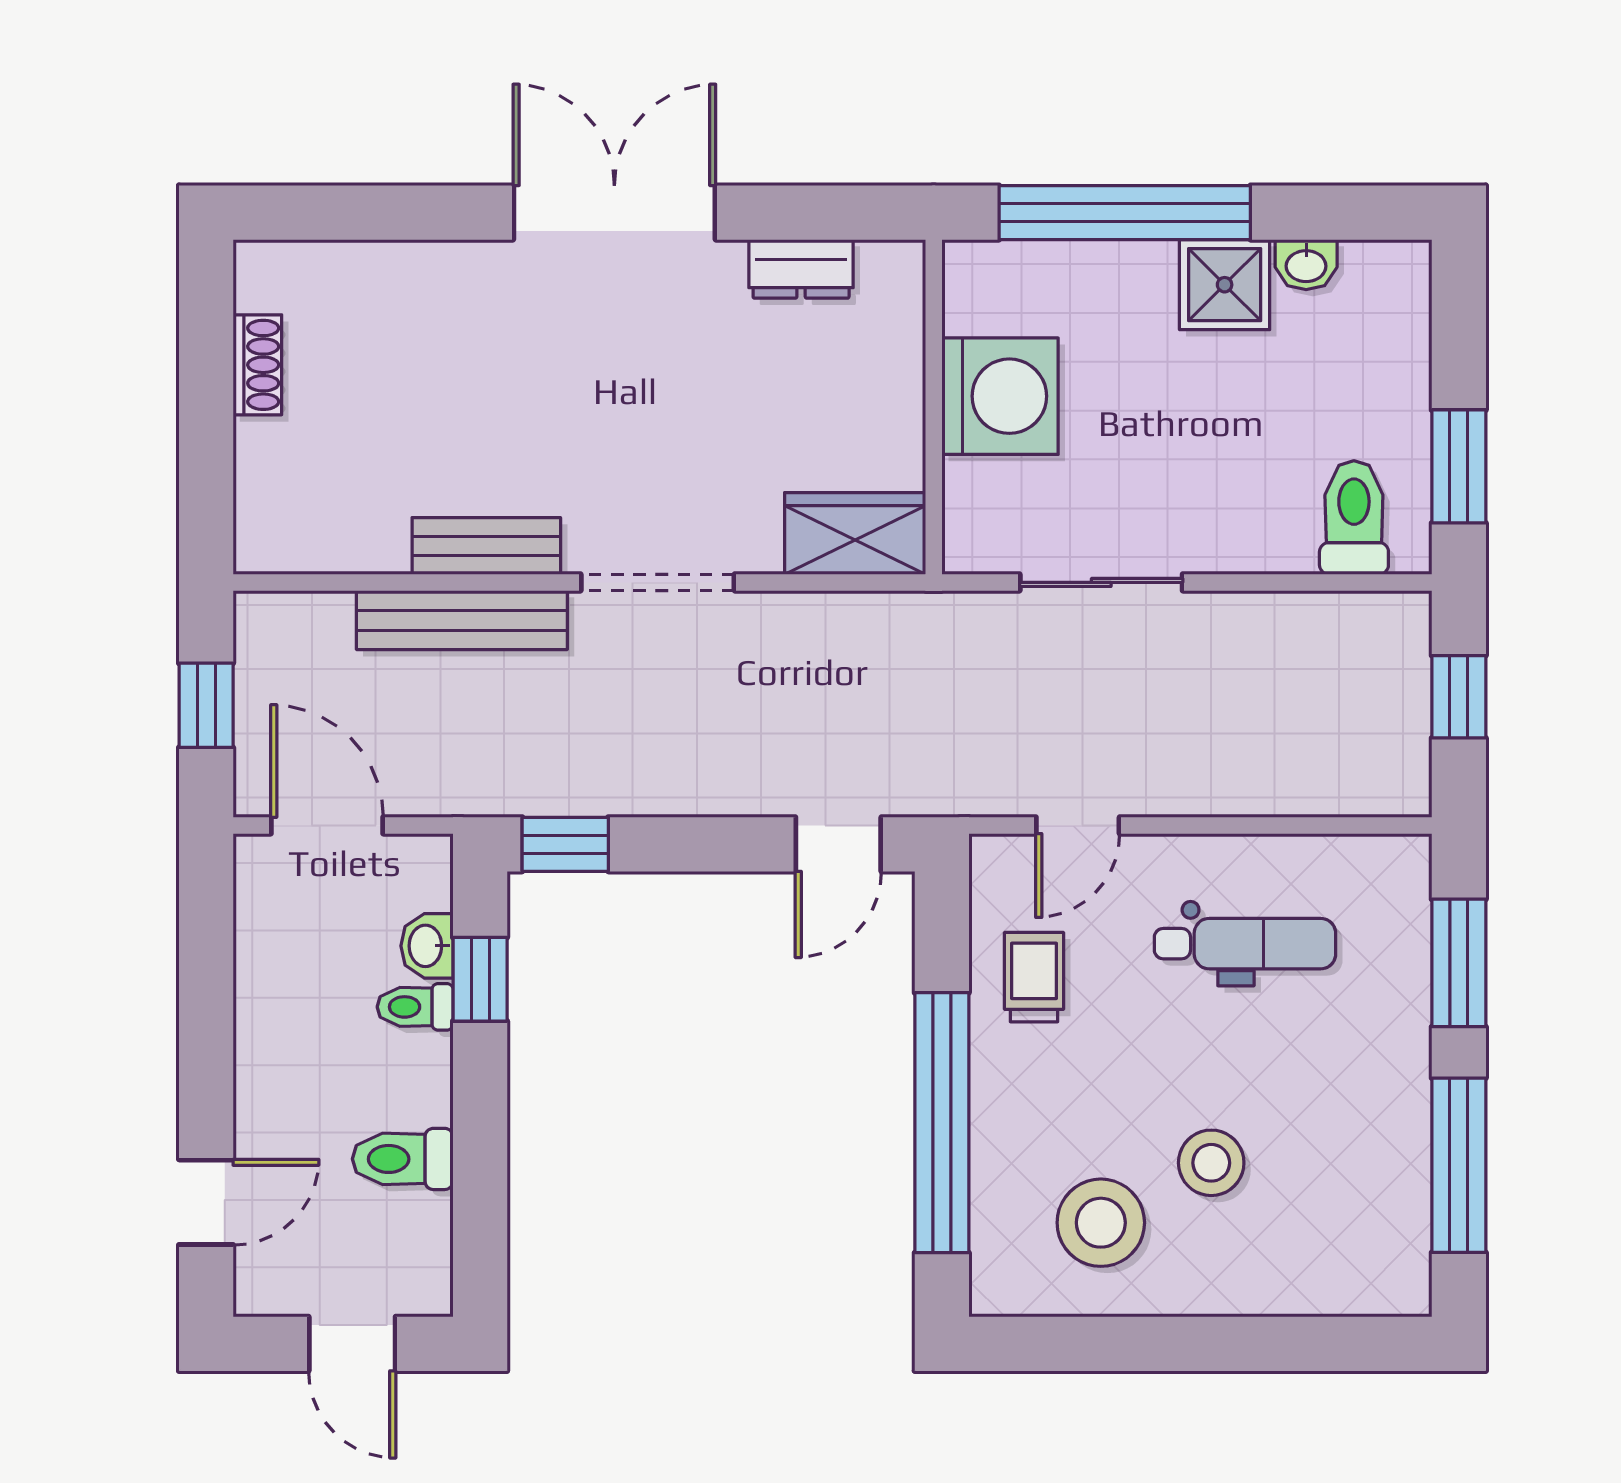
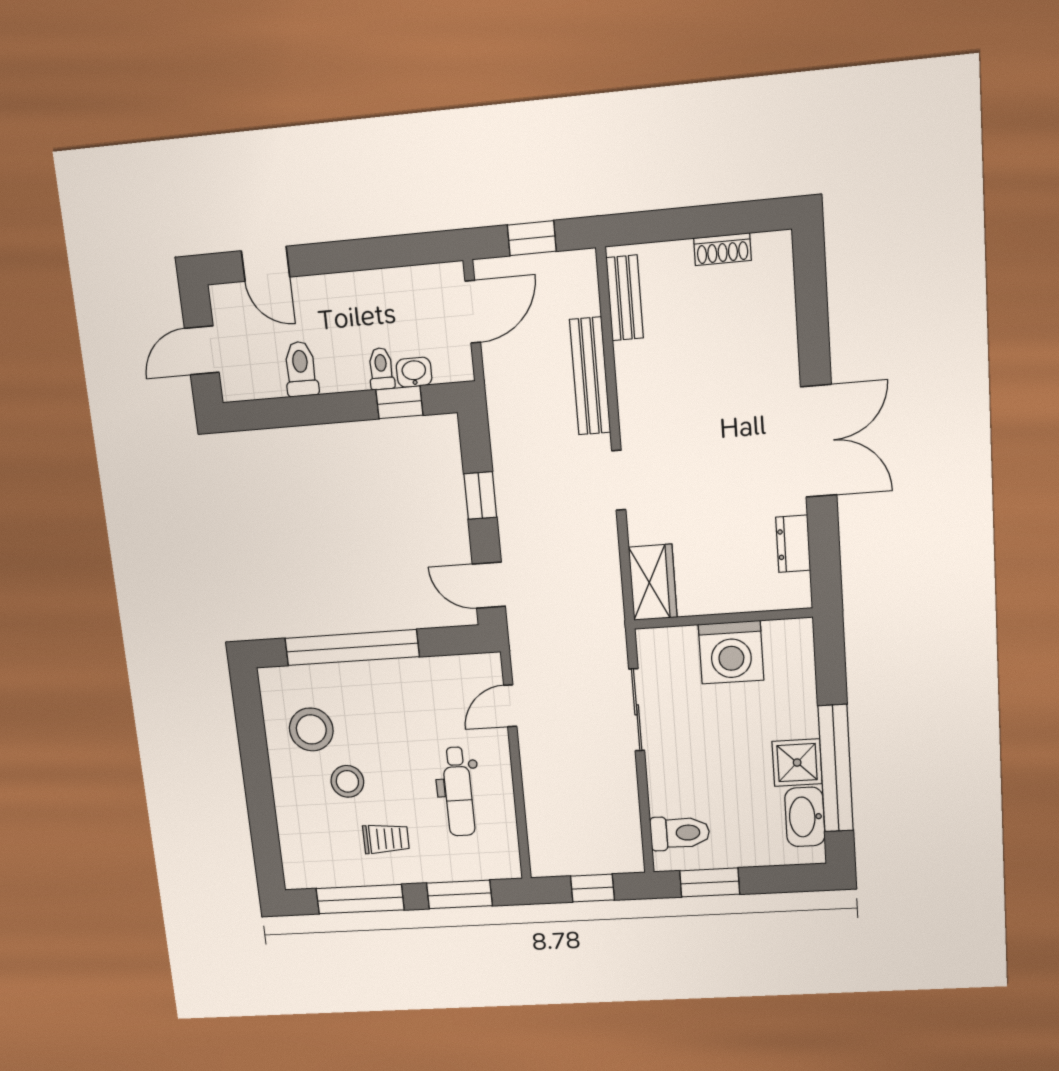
window: (1125, 213) -> (836, 768), moved
washbasin: (1306, 265) -> (805, 817), width x1.91, depth x1.45
bench: (486, 546) -> (625, 298), moved
doorway: (658, 582) -> (619, 480), width x0.73
door: (1078, 825) -> (510, 706), hinge flipped
window: (565, 844) -> (480, 496), moved
trolley: (1034, 977) -> (386, 839), moved

